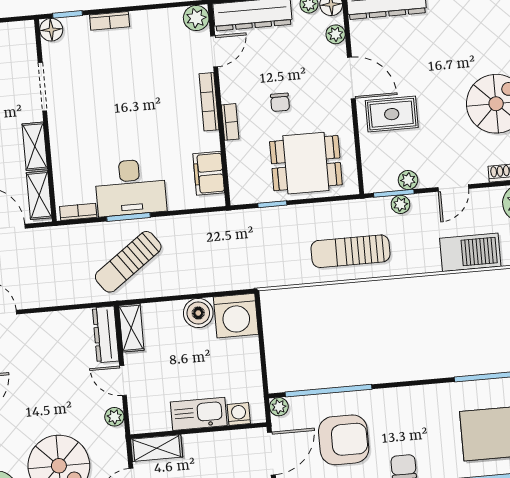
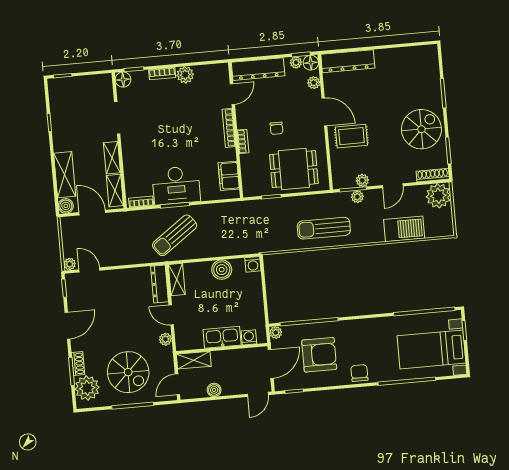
plant: (196, 18) -> (185, 75), moved
washing machine: (236, 316) -> (253, 264), width x0.53, depth x0.53

